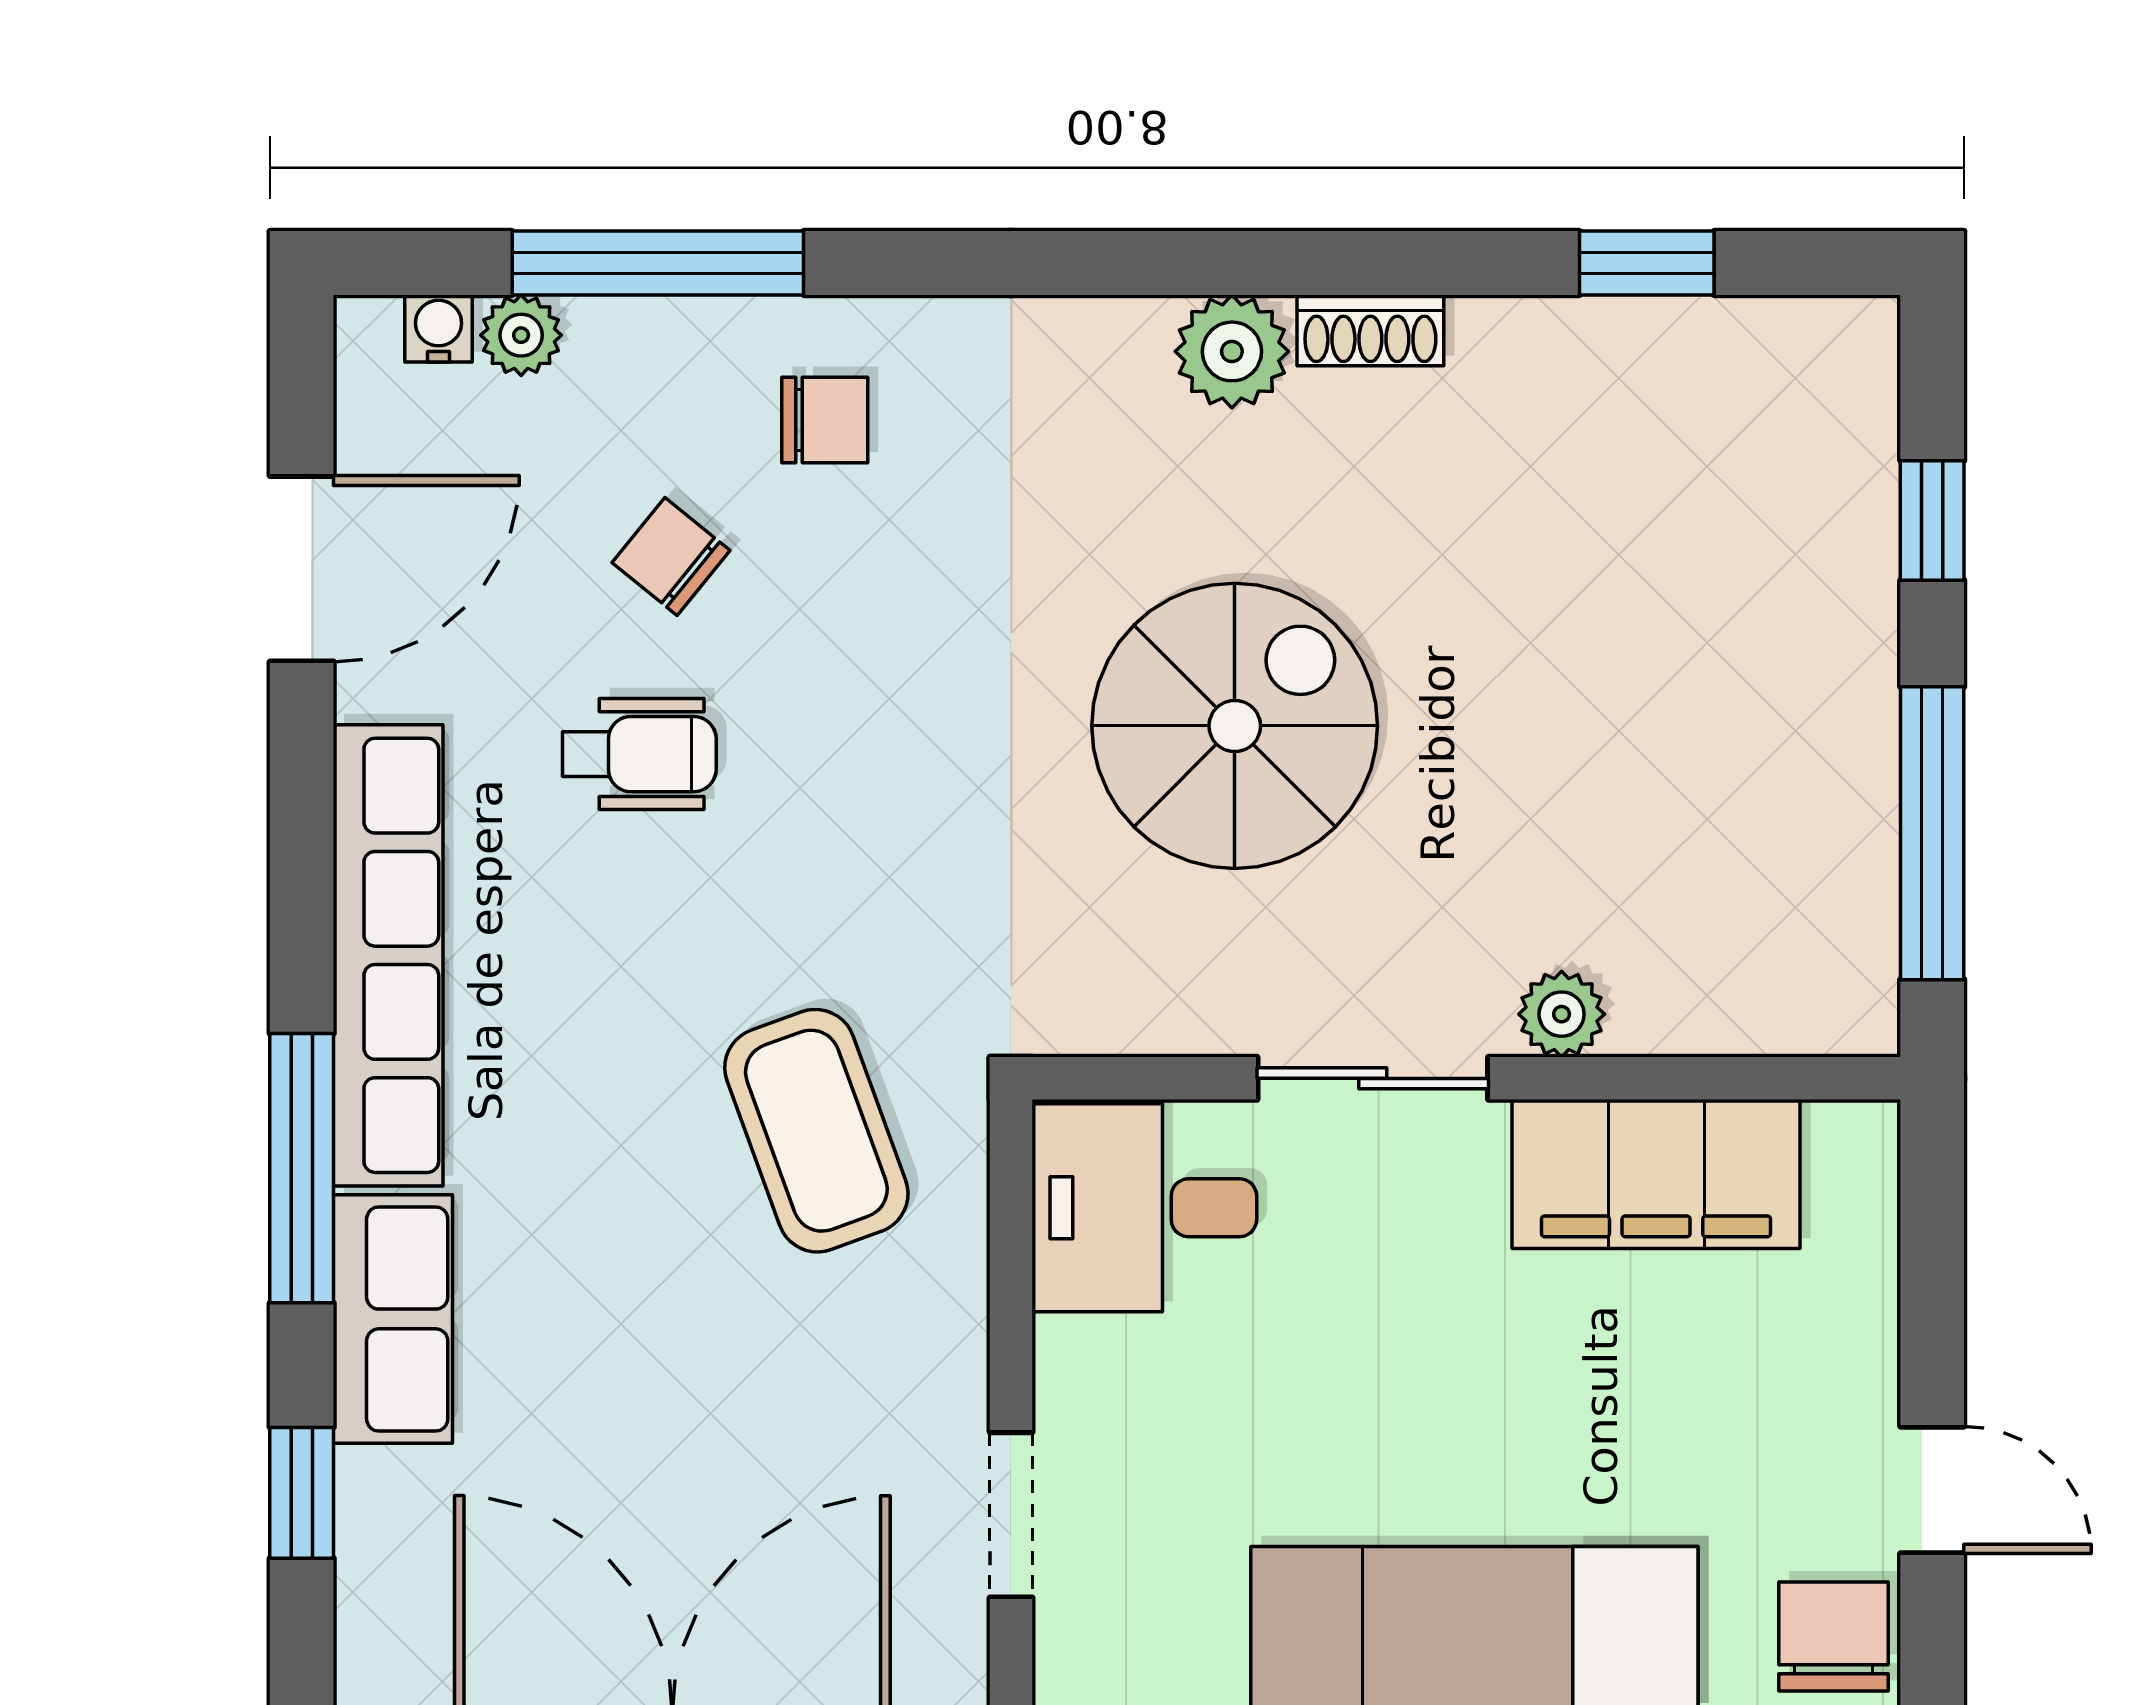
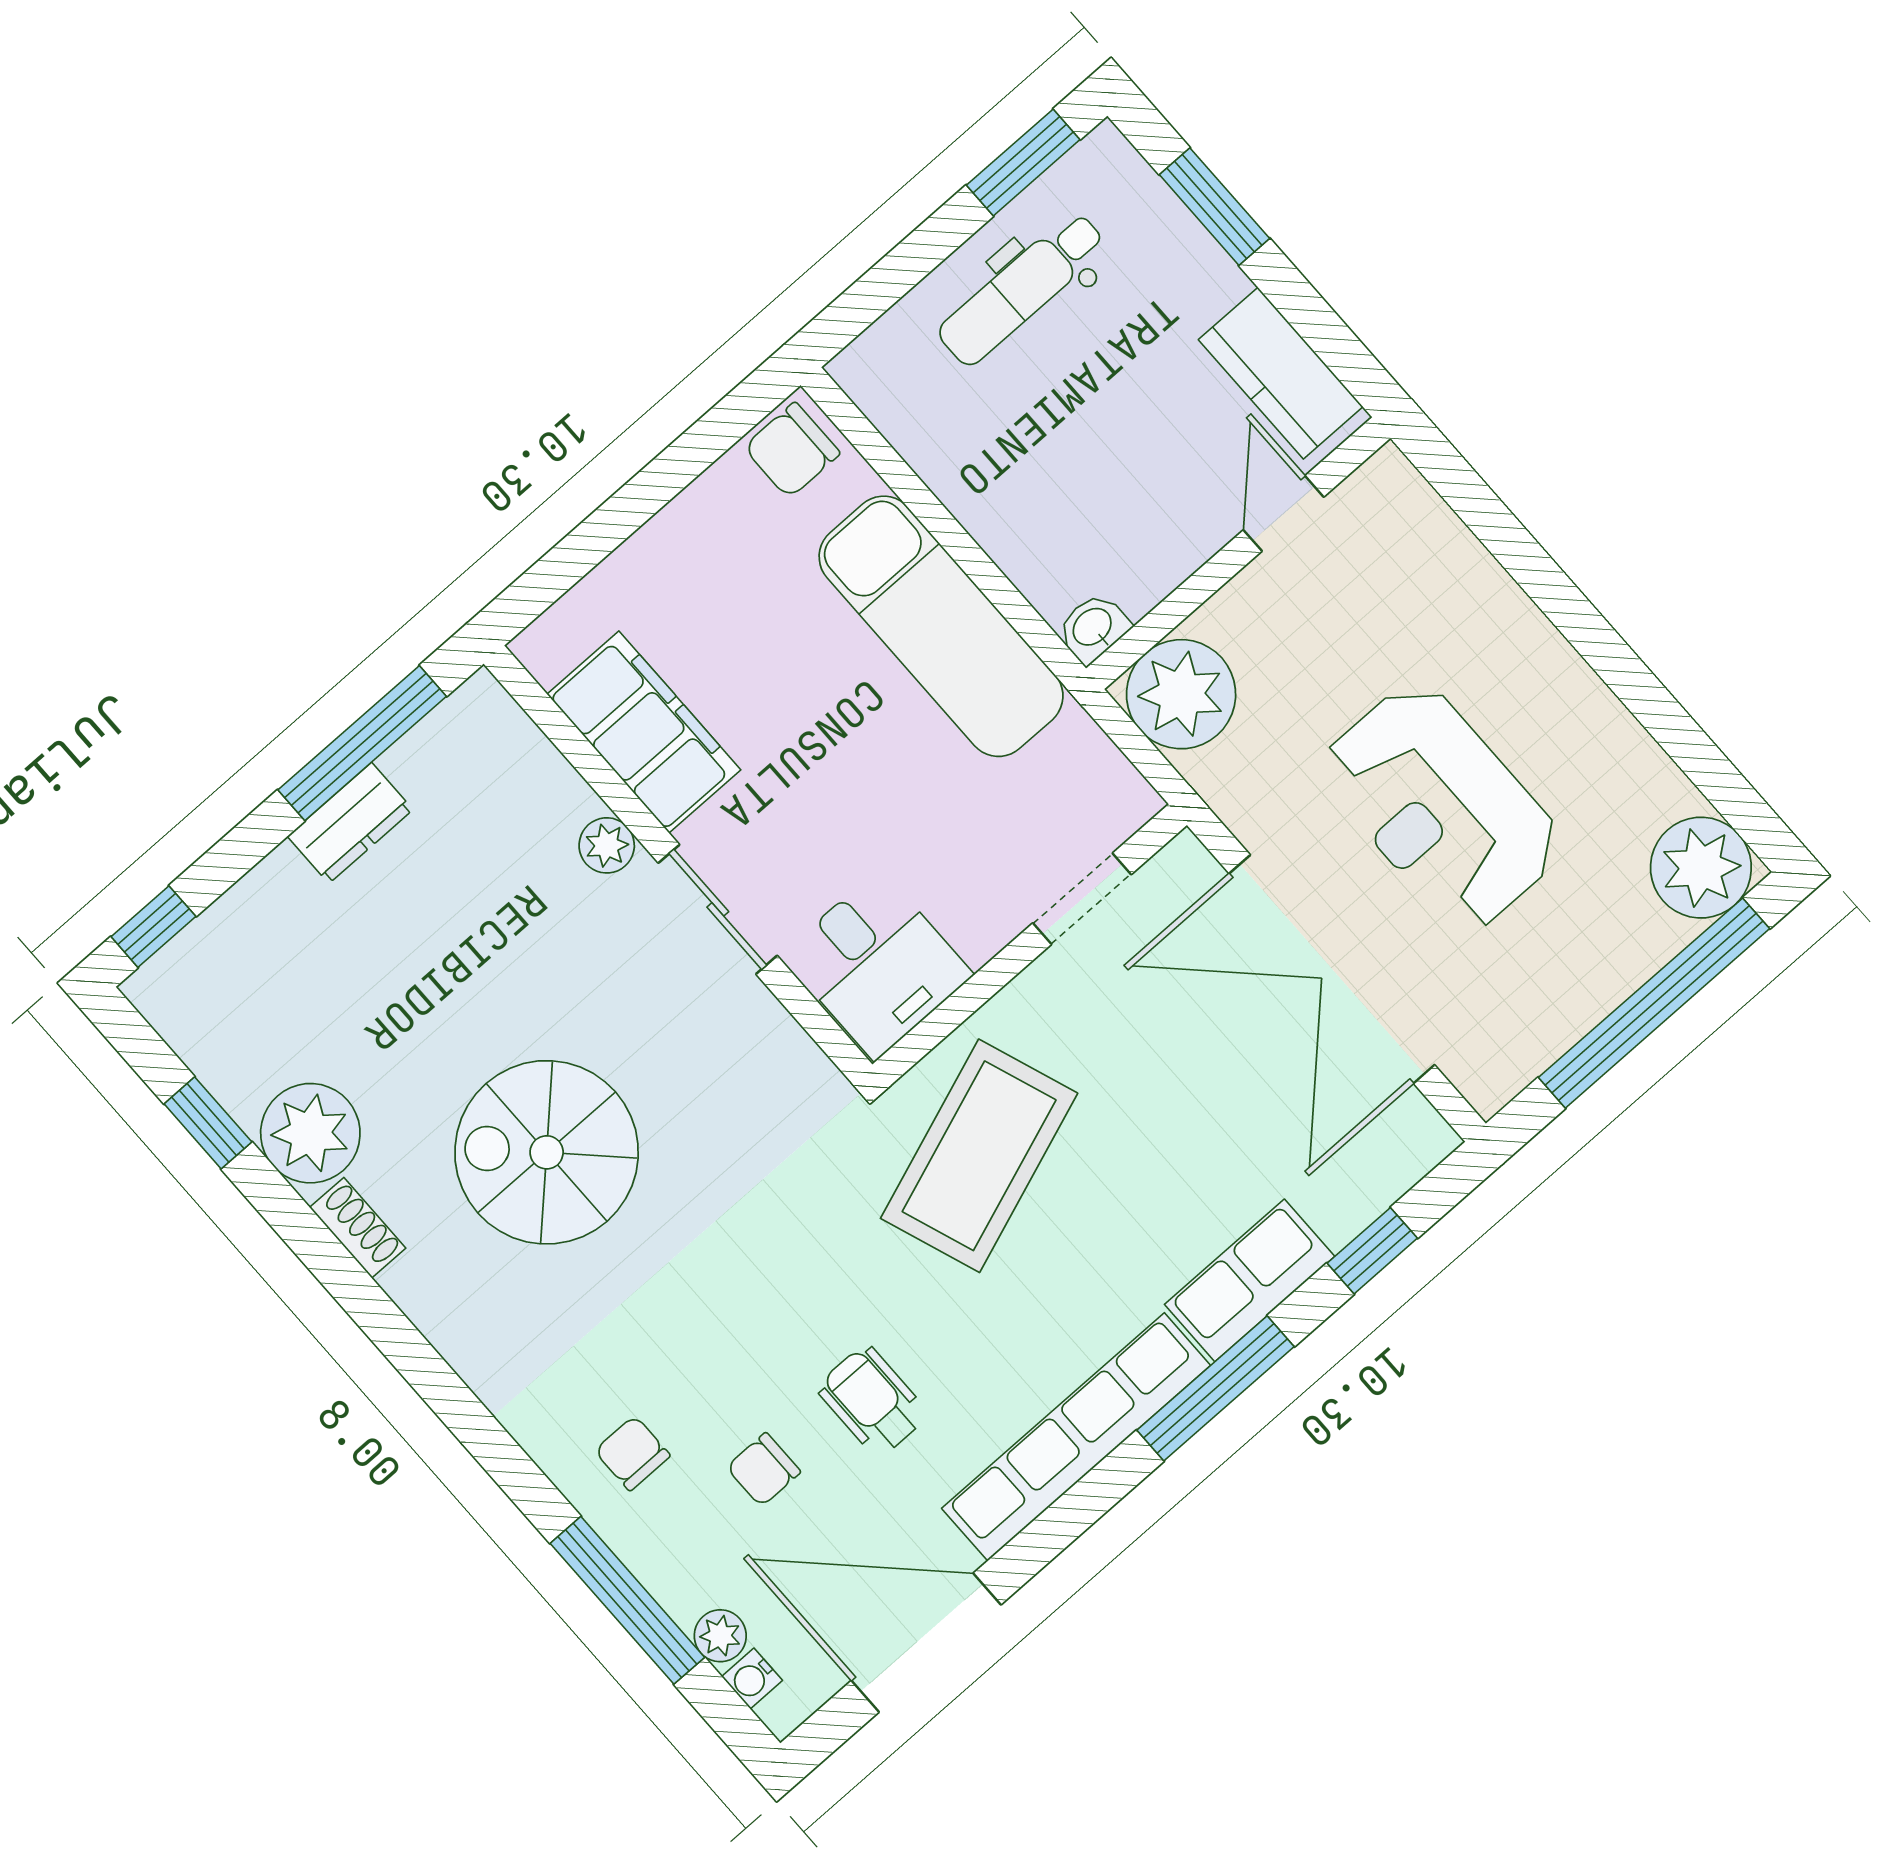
plant: (1232, 351) -> (310, 1133), moved, width x1.36, depth x1.36
window: (1932, 520) -> (153, 927), moved
chair: (671, 556) -> (764, 1470), turned 51
door: (302, 569) -> (926, 1643), width x1.36
spiral stairs: (1235, 726) -> (547, 1152), moved
dresser: (1851, 737) -> (350, 823), added
coffee table: (816, 1131) -> (979, 1156), width x1.36, depth x1.32
door: (1932, 1490) -> (679, 465), removed

